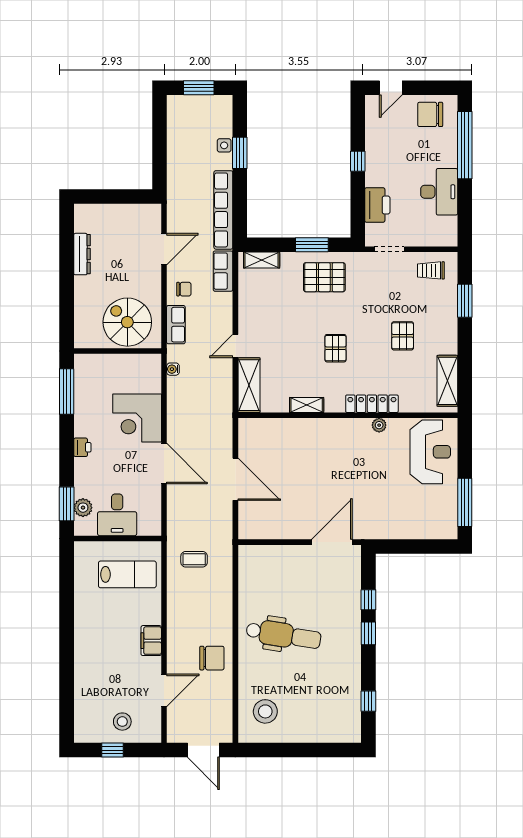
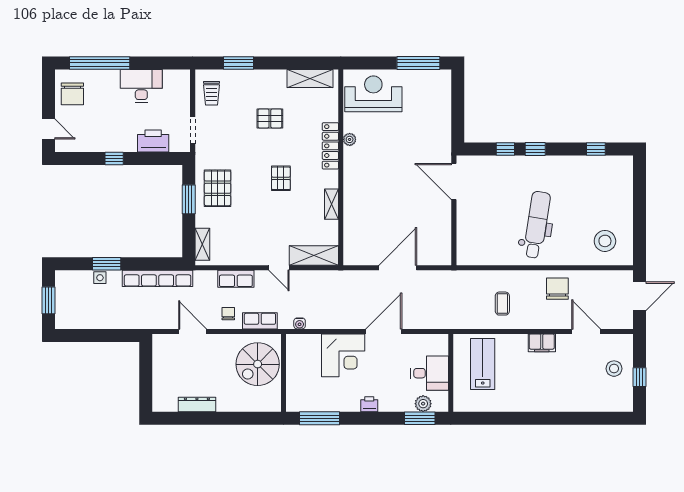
row of seats: (223, 271) -> (236, 279), moved
pallet: (336, 348) -> (281, 178), turned 90
coffee table: (194, 559) -> (502, 304), moved

